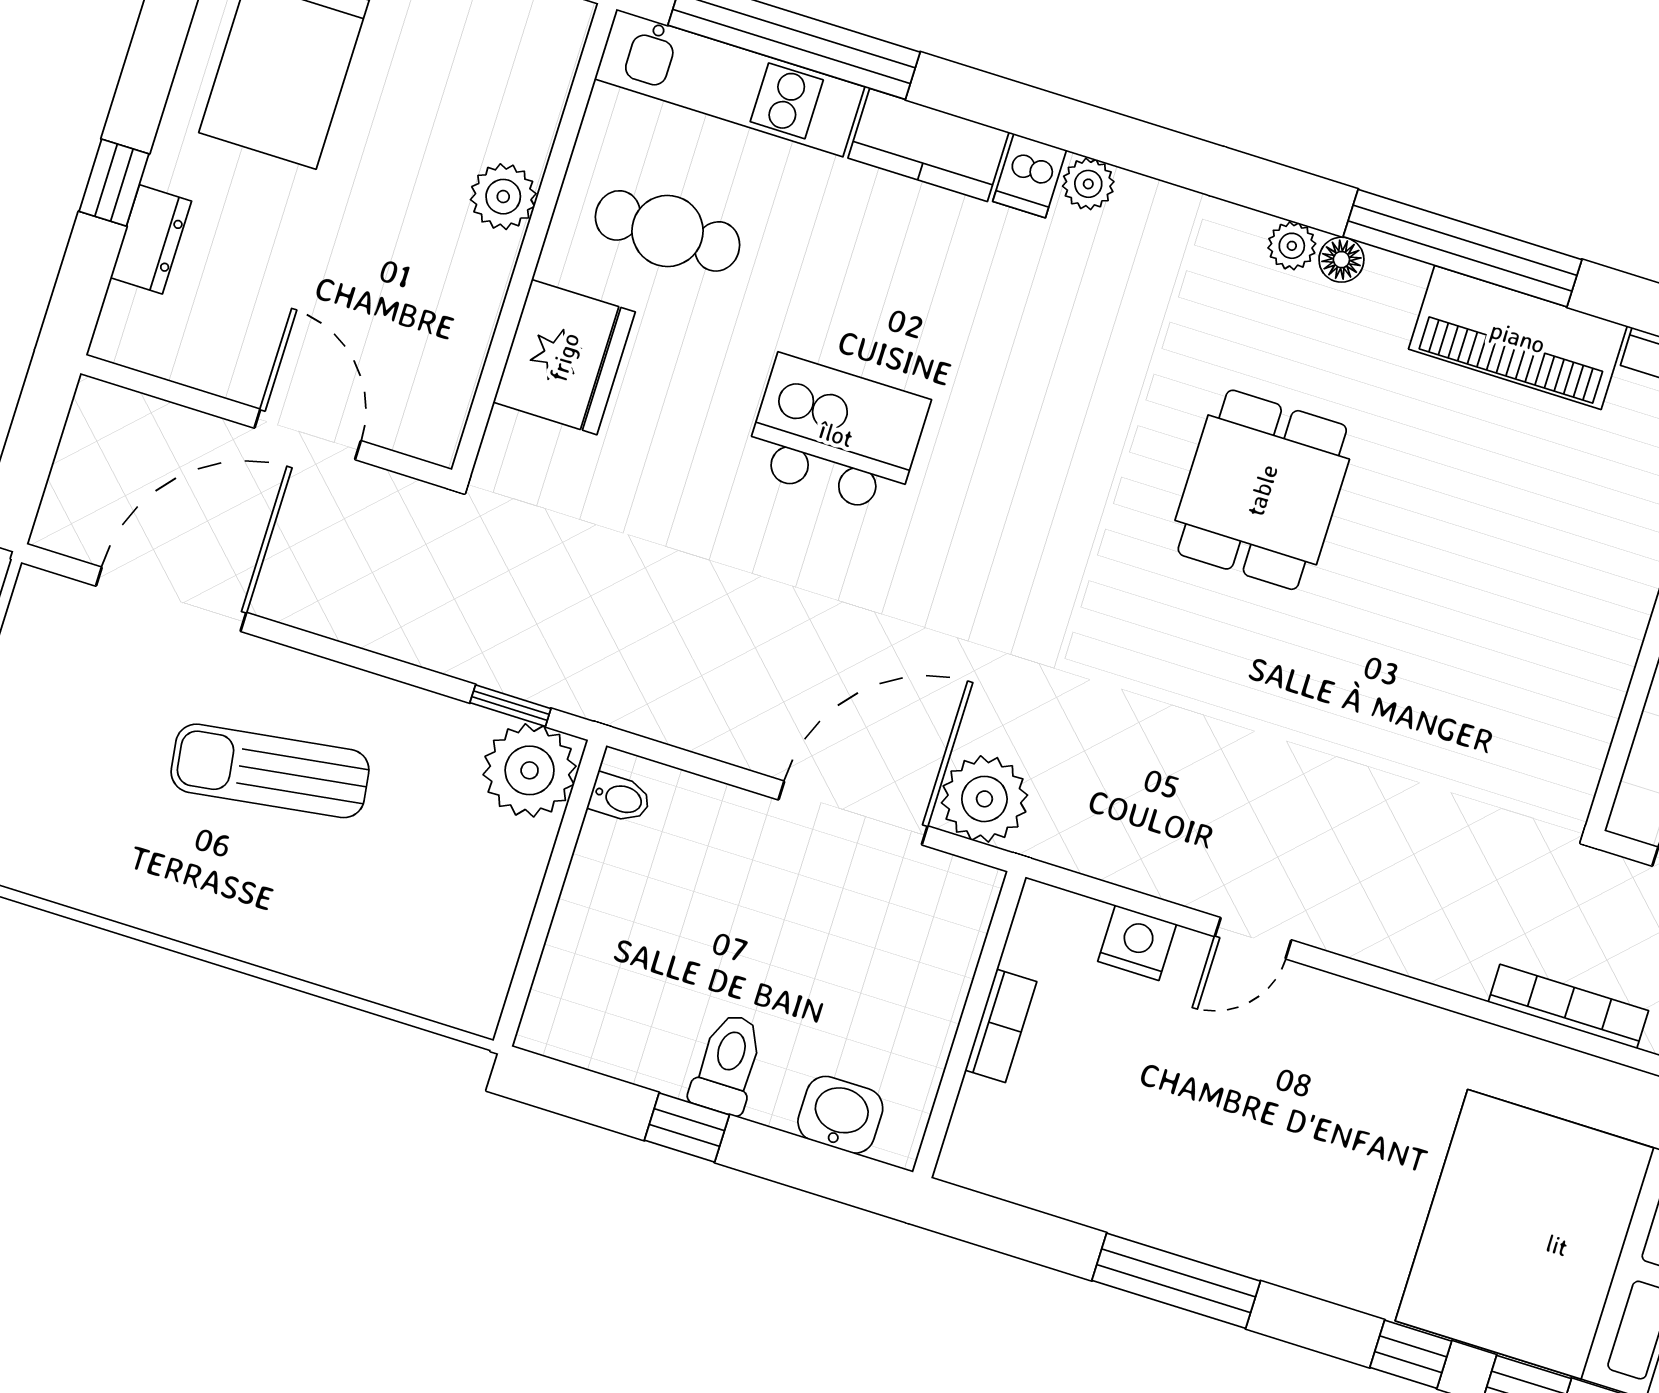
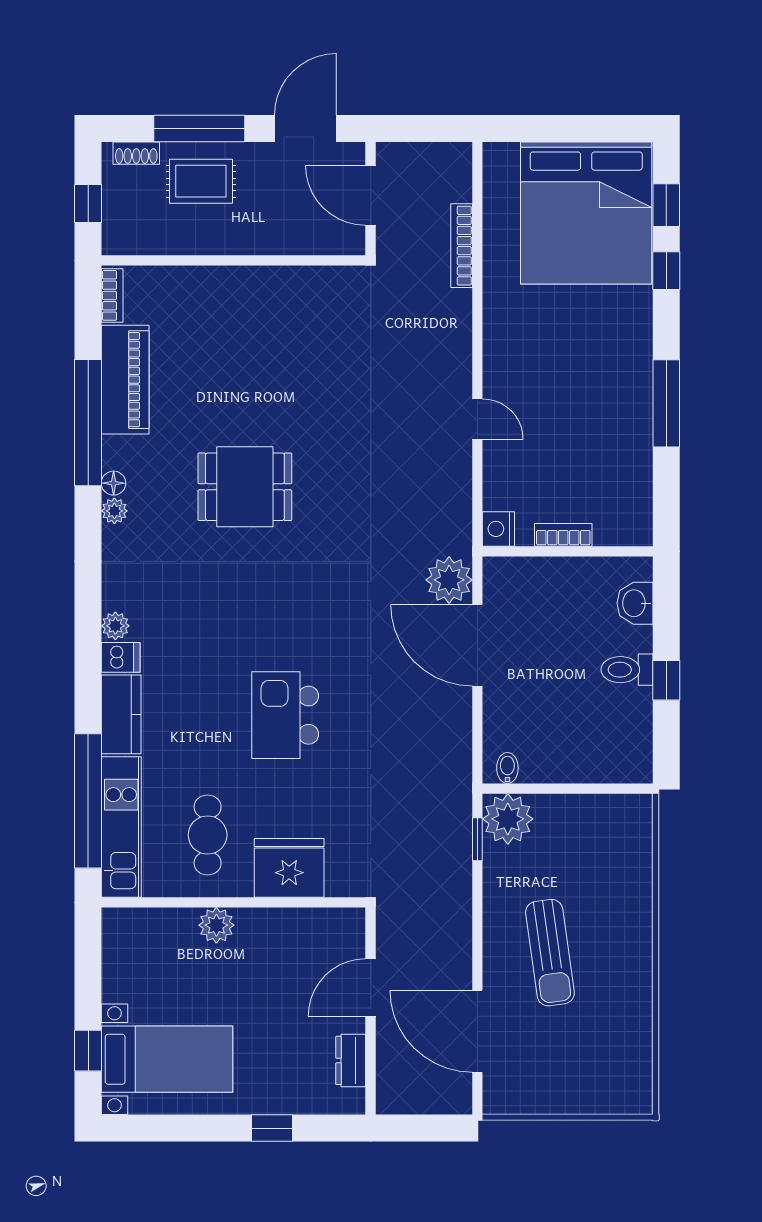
dresser: (151, 239) -> (351, 1060), moved, turned -90
nightstand: (1137, 943) -> (498, 529), moved

